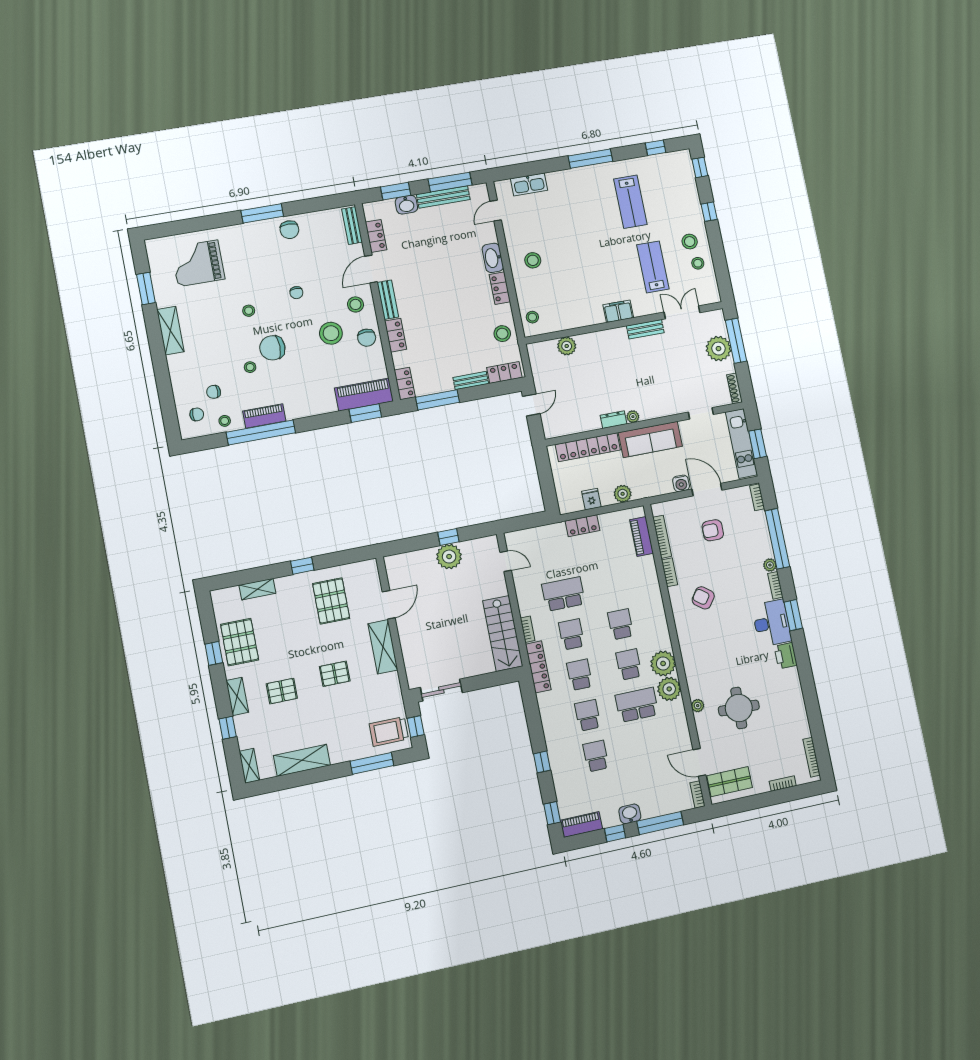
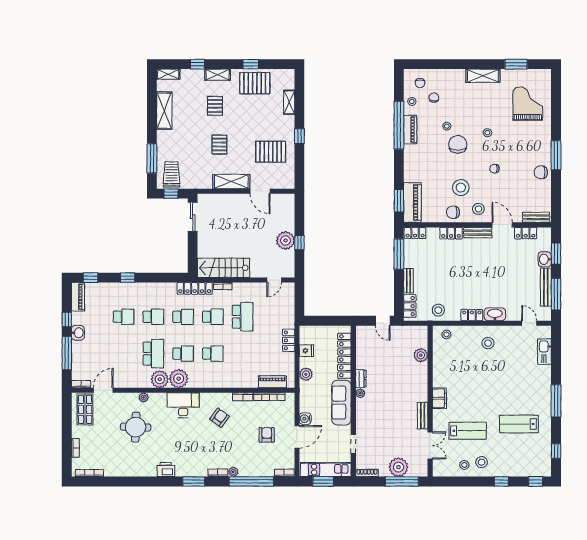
desk: (772, 623) -> (183, 405), moved, turned 180

